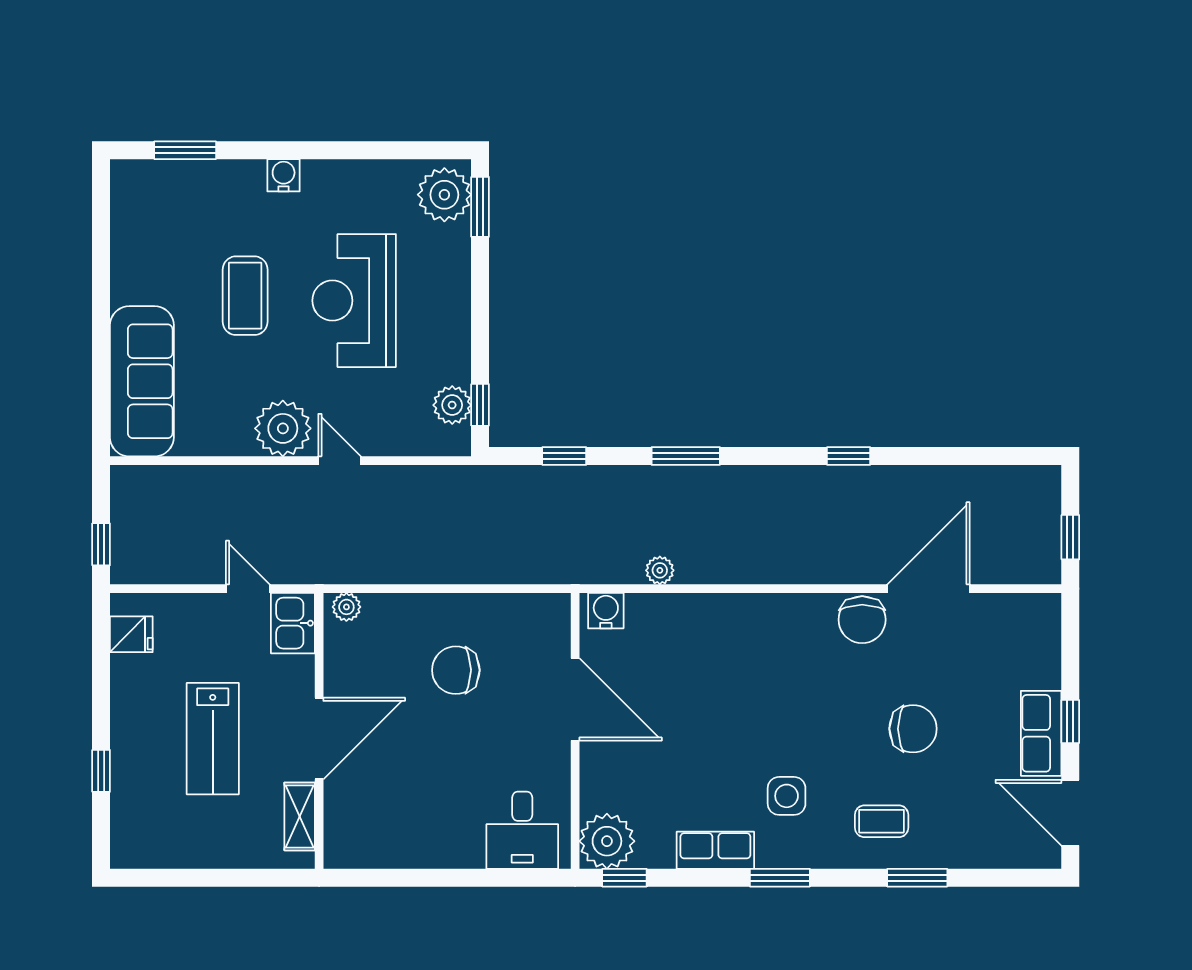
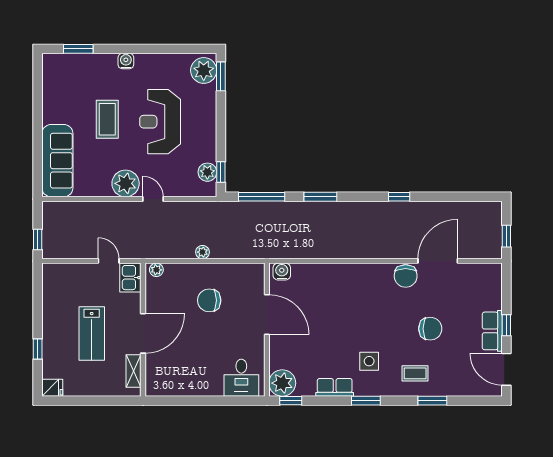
window: (564, 456) -> (262, 197), width x2.17
plant: (660, 570) -> (203, 252), moved
fridge: (131, 634) -> (52, 388), moved

